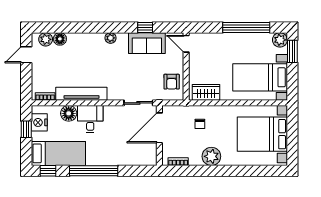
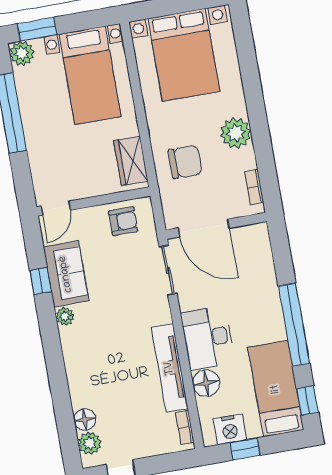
plant: (111, 38) -> (65, 316), moved
desk: (90, 119) -> (208, 338), width x1.37
chair: (200, 124) -> (185, 162), width x1.87, depth x1.87

